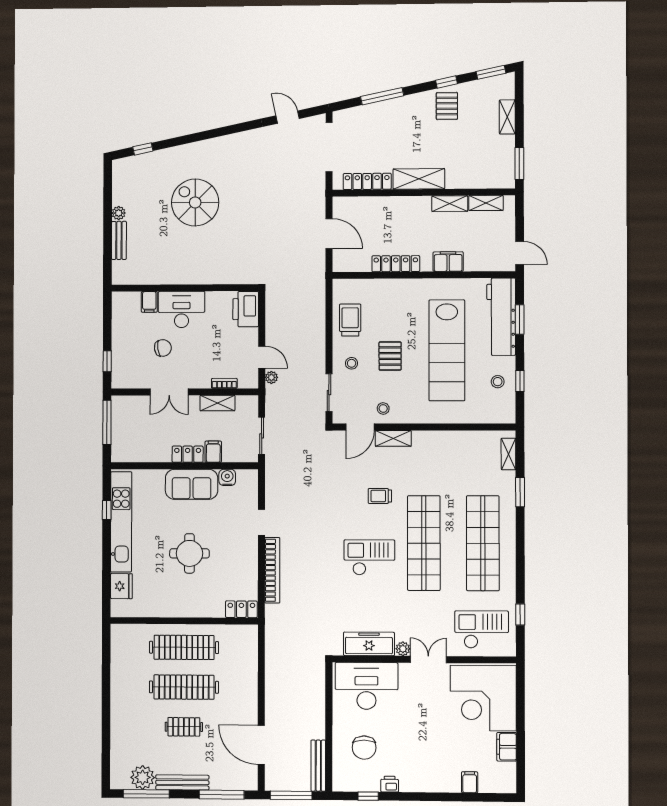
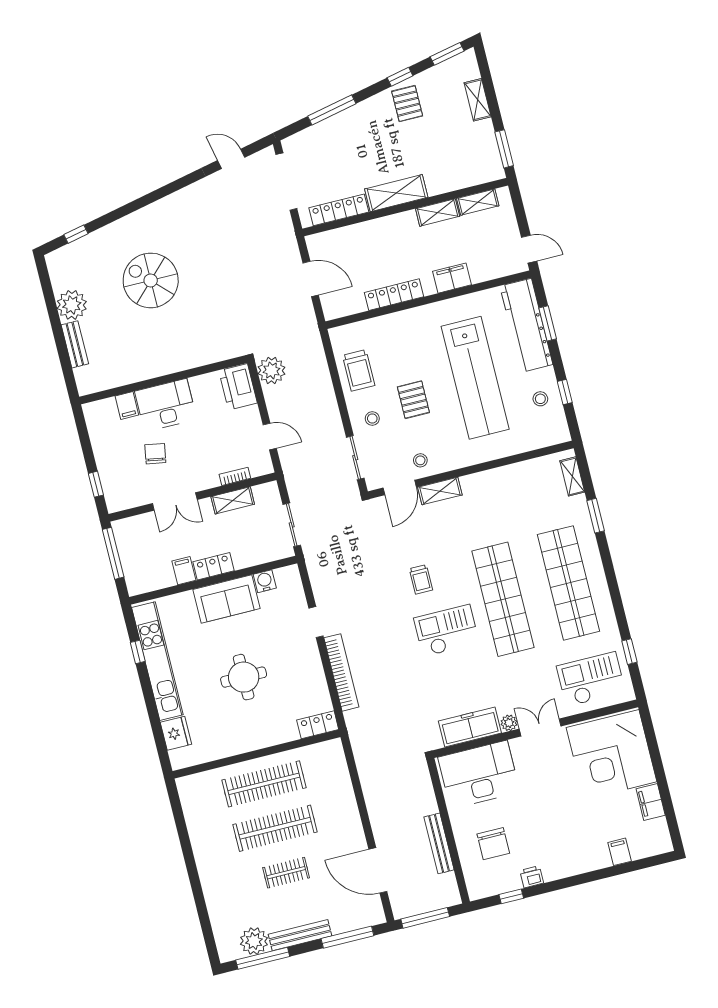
plant: (119, 213) -> (72, 305), width x1.87, depth x1.87
trolley: (350, 320) -> (359, 370), turned 180
chair: (163, 348) -> (155, 454), turned -72
plant: (271, 377) -> (272, 370), moved, width x1.87, depth x1.87
filing cabinet: (213, 452) -> (184, 571), moved
trolley: (380, 496) -> (421, 579), moved, turned -90
bench: (318, 766) -> (439, 843), moved

